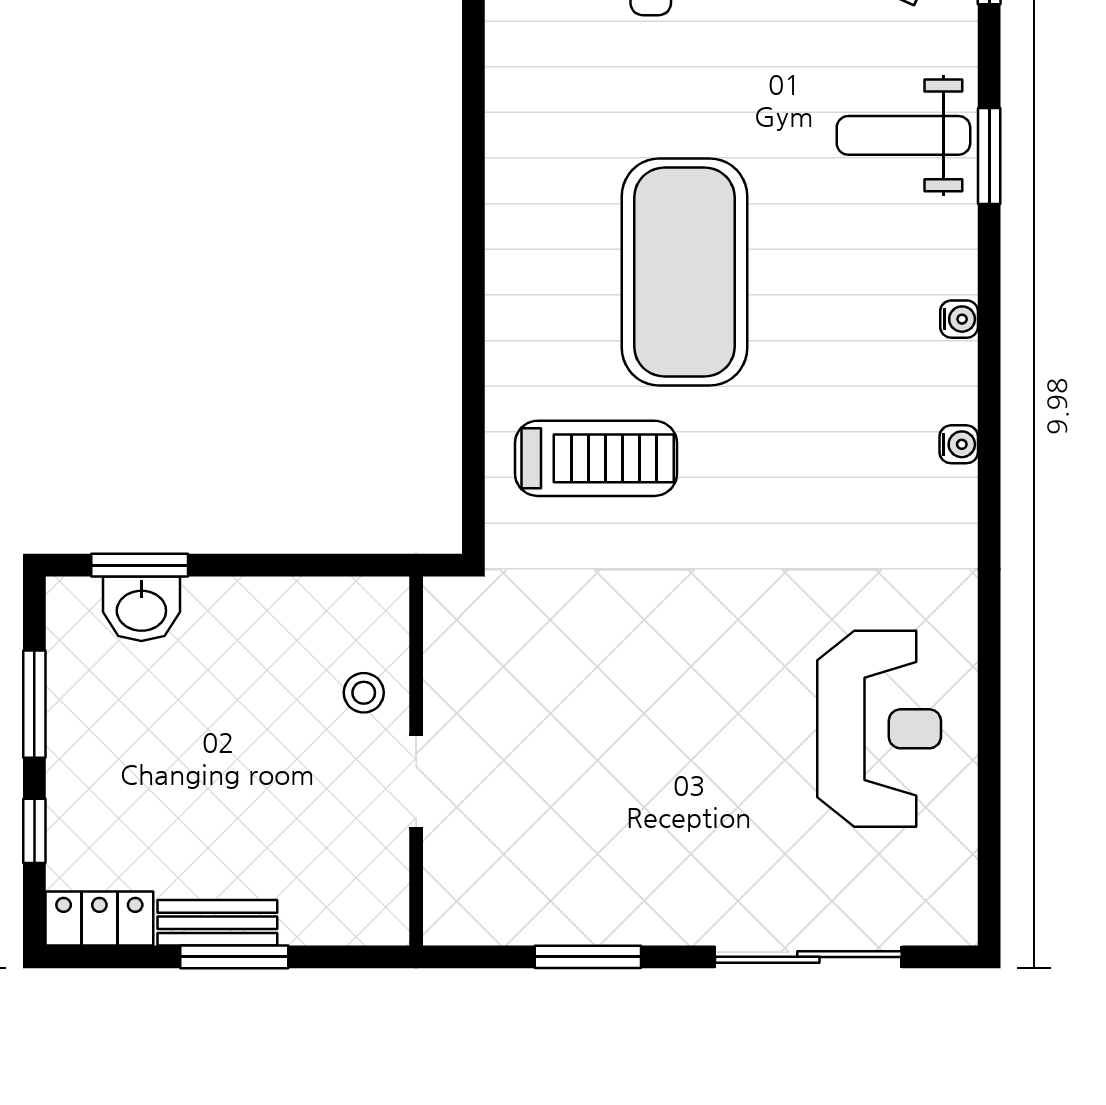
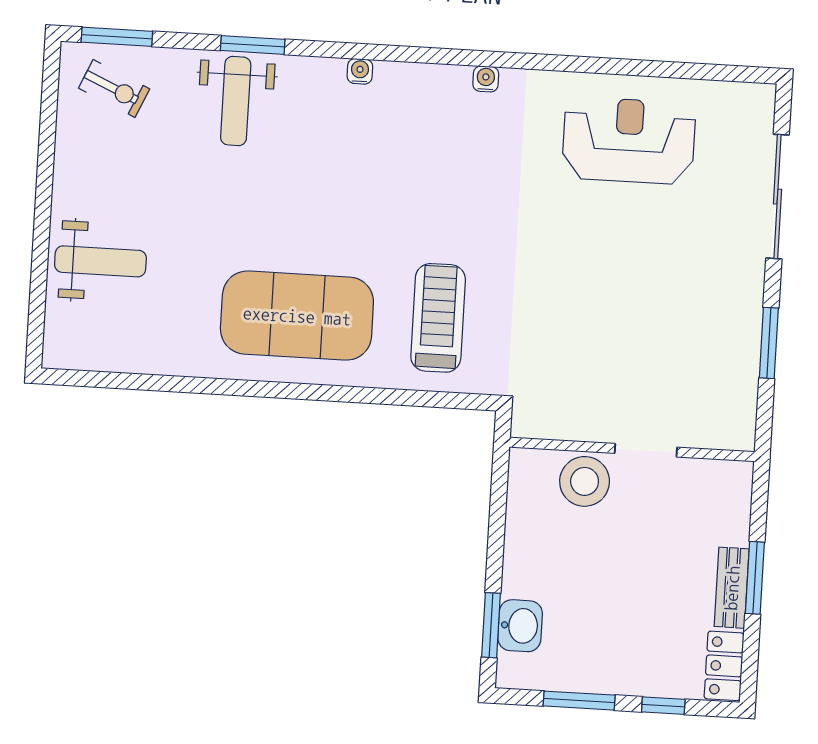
exercise mat: (684, 272) -> (297, 316), moved
water cooler: (959, 444) -> (486, 79), moved
stool: (364, 693) -> (585, 481), width x1.89, depth x1.89

